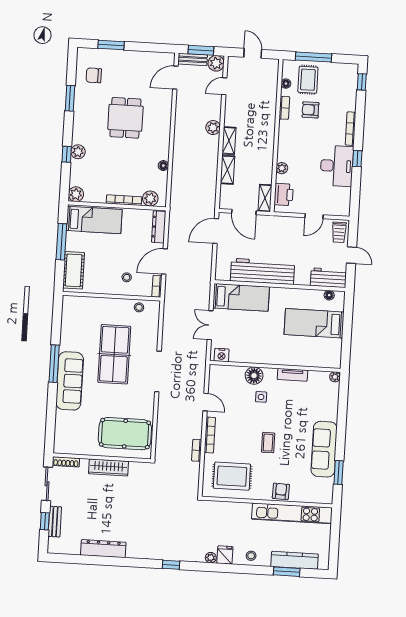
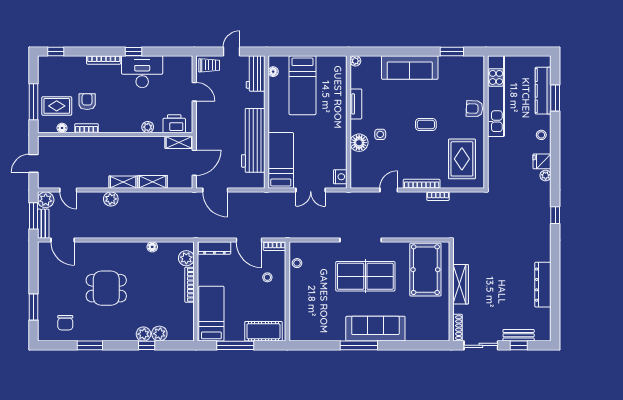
armchair: (310, 110) -> (87, 102), turned 180
plant: (76, 194) -> (159, 334), moved
table tennis table: (114, 354) -> (365, 276), moved
sofa: (324, 449) -> (410, 68), moved

